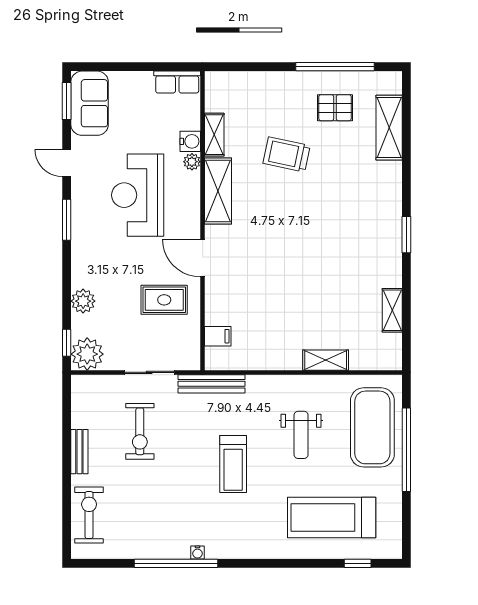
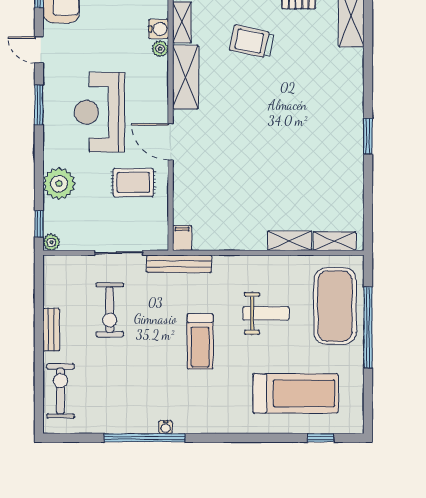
reception desk: (138, 195) -> (99, 112), moved
window: (406, 235) -> (368, 136), moved
plant: (83, 301) -> (59, 184), width x1.36, depth x1.36
shelving: (392, 310) -> (335, 241), moved, turned 90
filing cabinet: (218, 336) -> (182, 238), moved, turned -90
plant: (87, 354) -> (51, 242), width x0.53, depth x0.53
weight bench: (301, 435) -> (266, 313), turned -90
treadmill: (332, 518) -> (296, 393), turned 180

